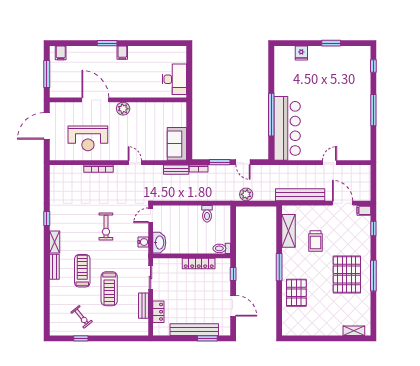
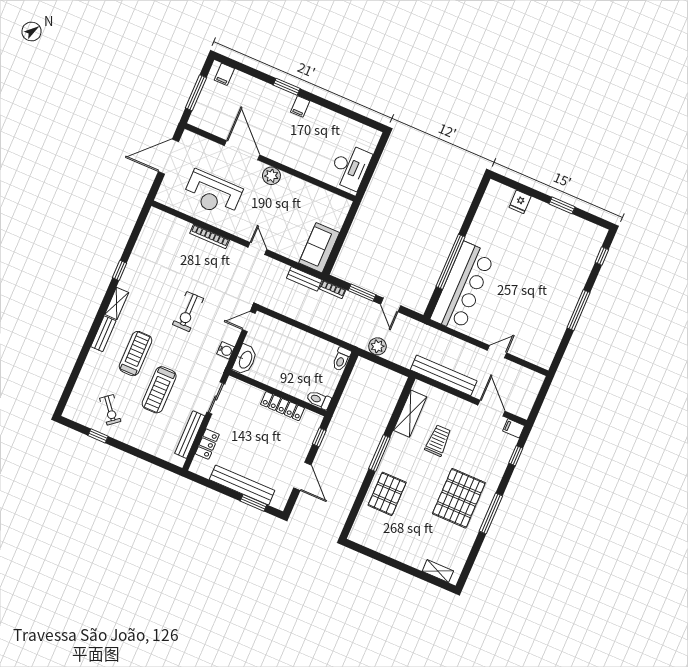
toilet: (207, 214) -> (341, 359), moved
trolley: (316, 241) -> (438, 440), turned 180
bench: (143, 306) -> (190, 435), width x1.36

